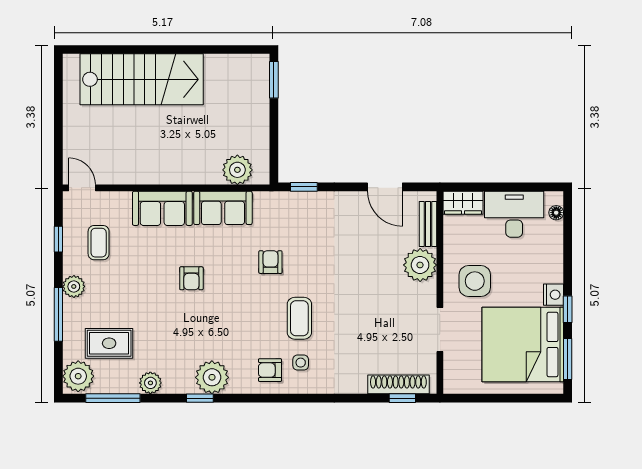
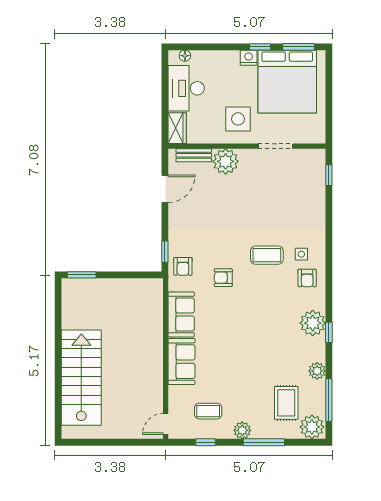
plant: (237, 170) -> (152, 303), removed
armchair: (191, 278) -> (183, 266), moved, turned 90
shoe rack: (398, 384) -> (318, 178), removed

